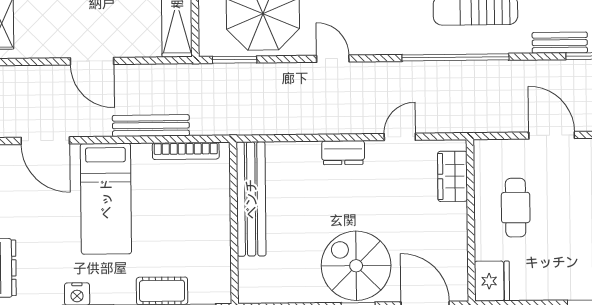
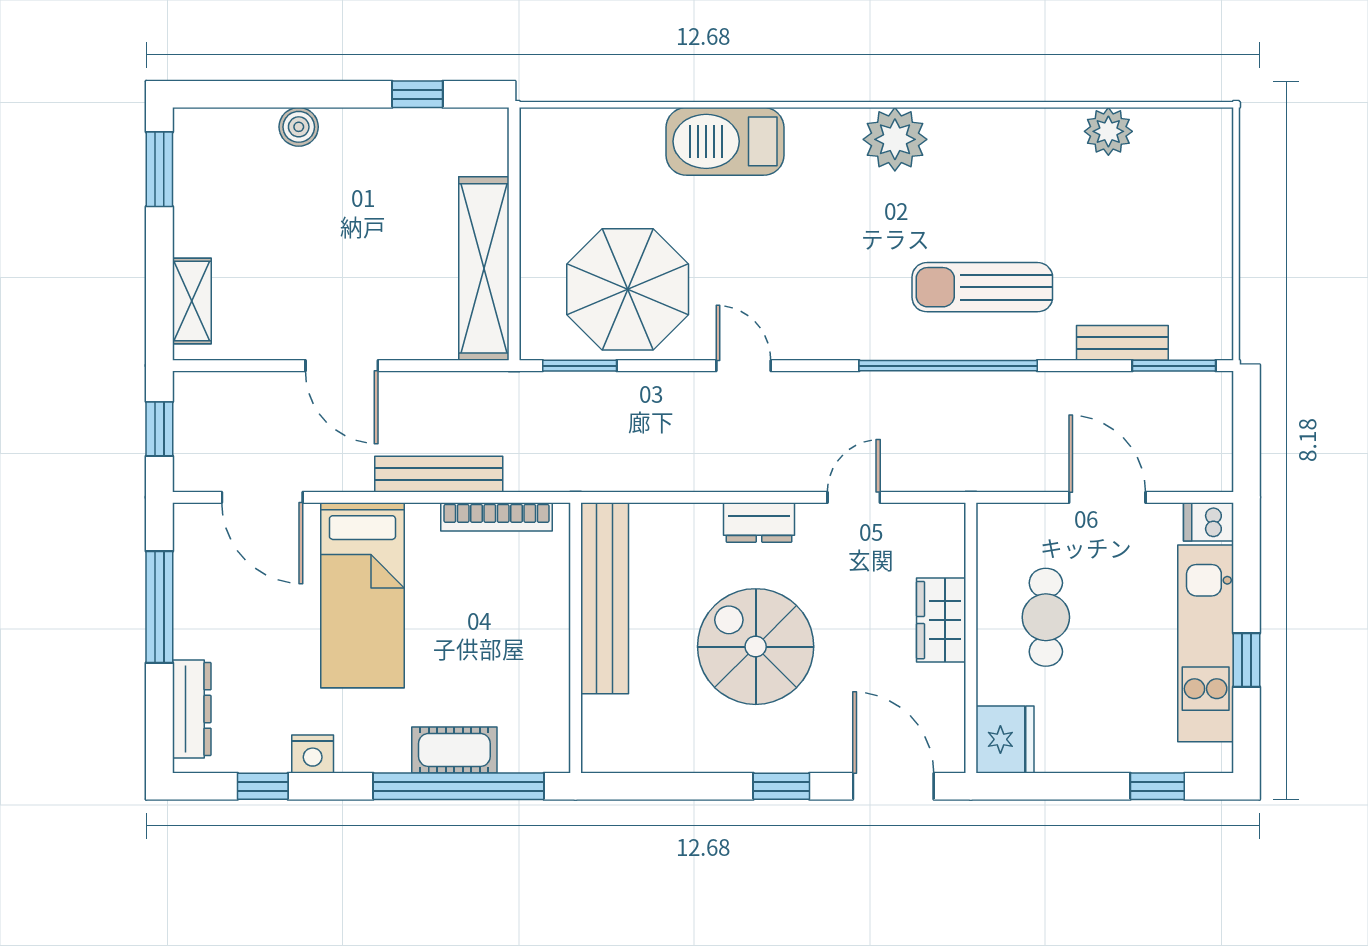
wardrobe: (453, 176) -> (941, 620), moved
spiral stairs: (356, 266) -> (756, 647), moved

